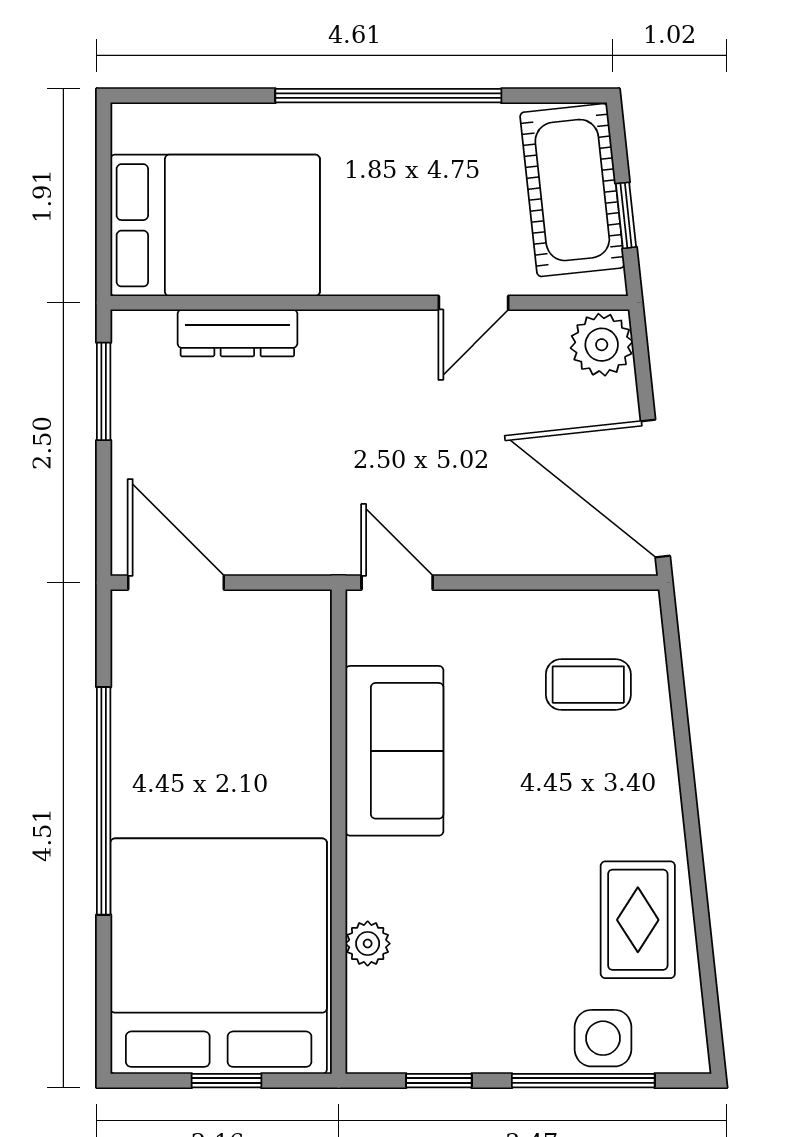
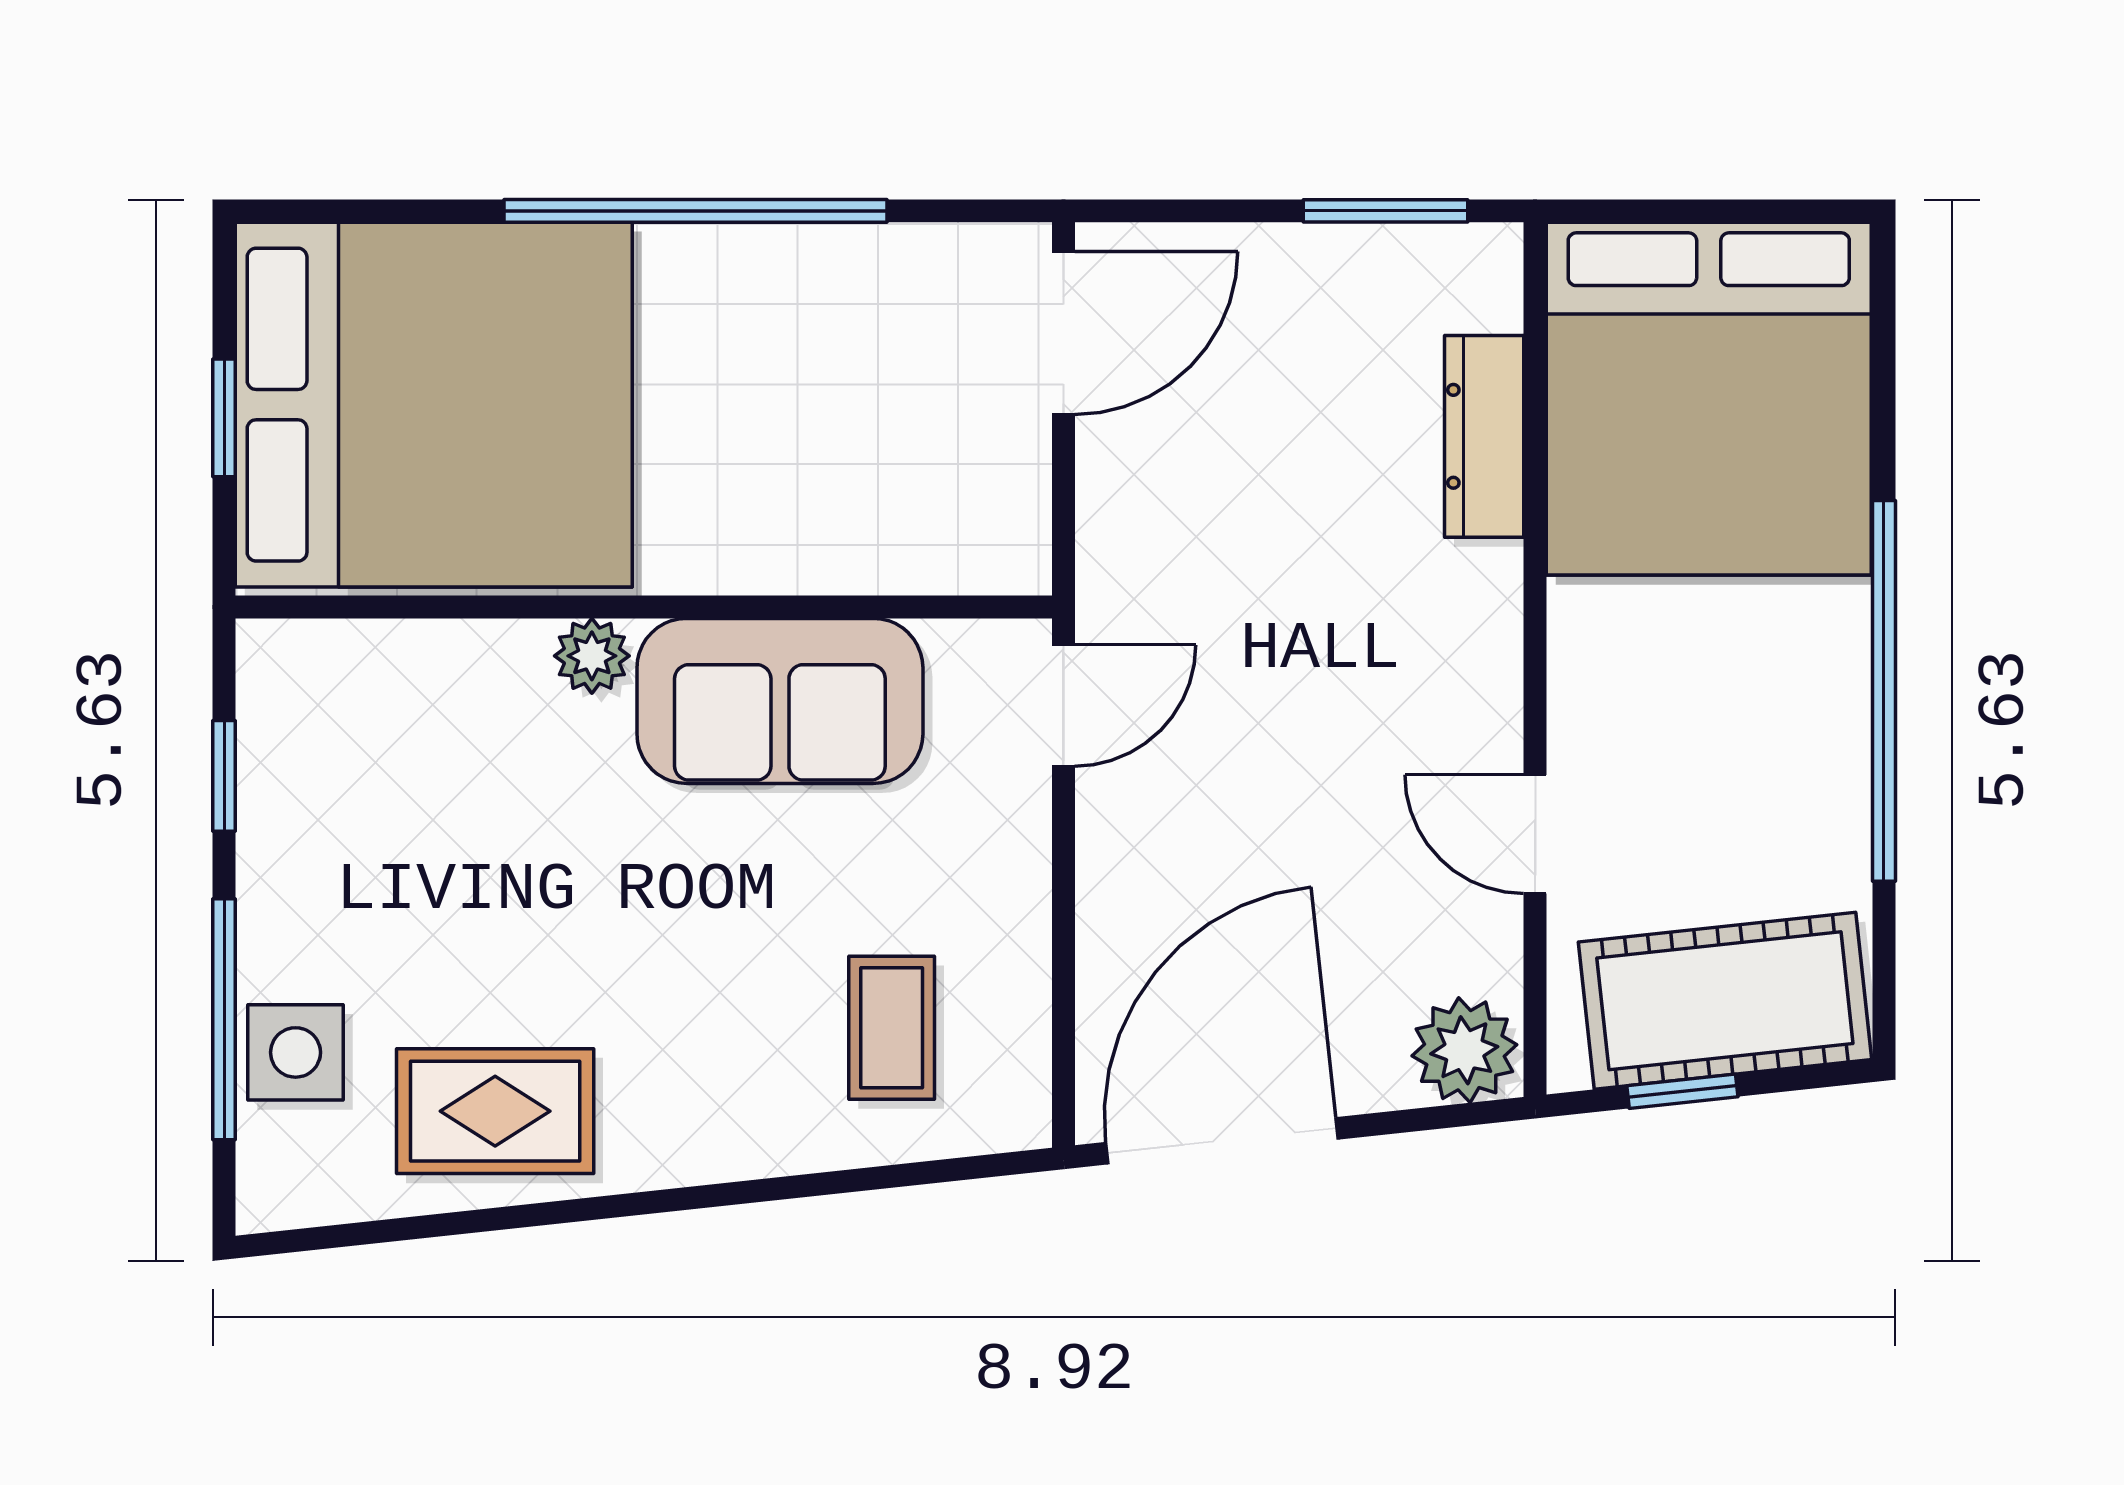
bed: (215, 225) -> (1709, 399), width x1.36
plant: (368, 944) -> (592, 656), moved

